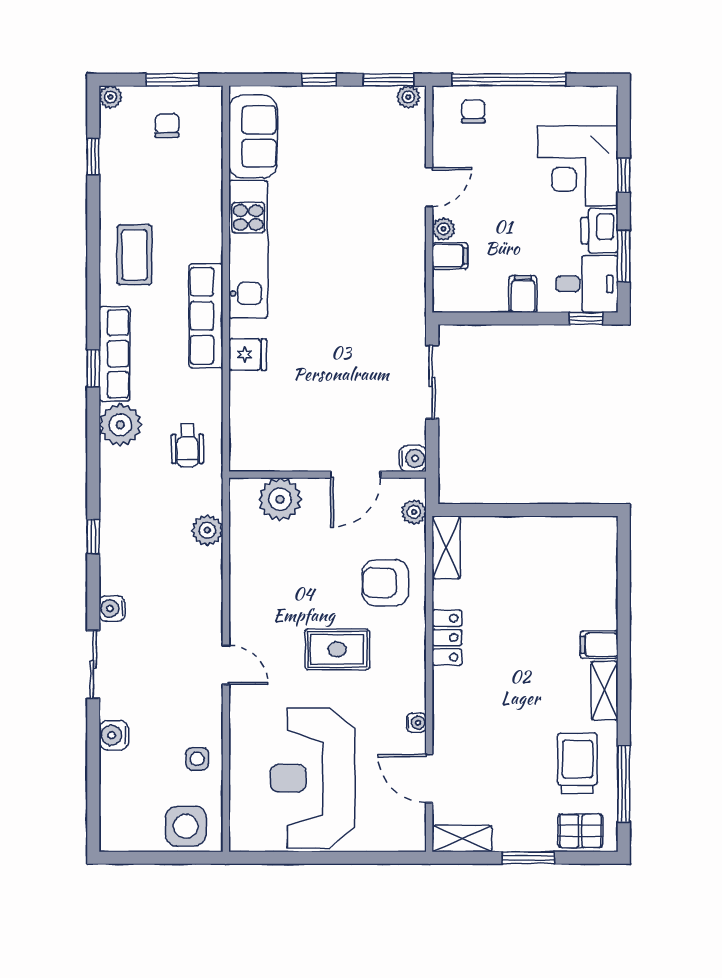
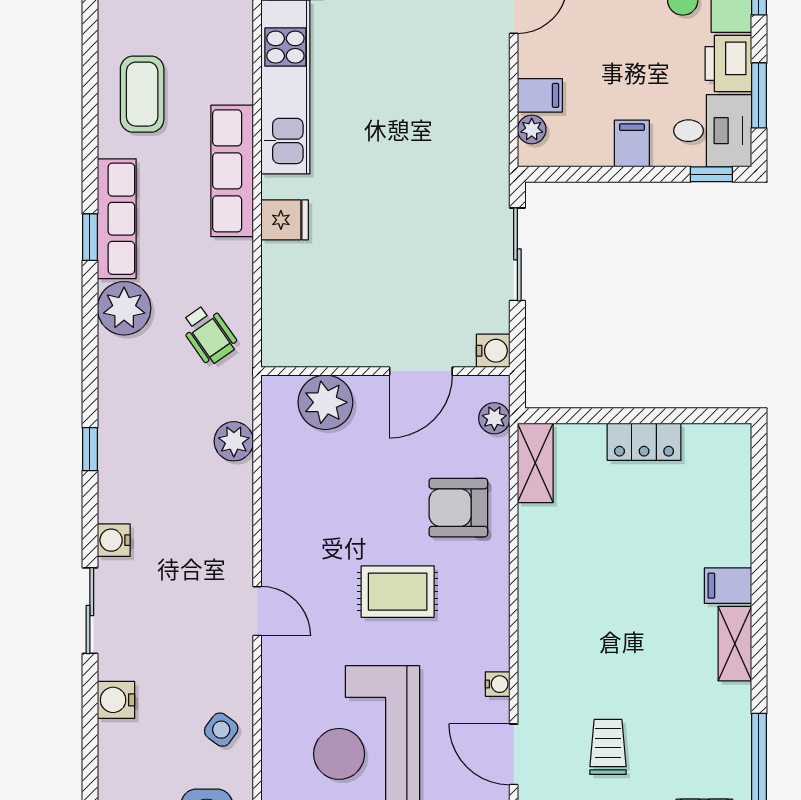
plant: (443, 229) -> (532, 129), moved
wheelchair: (187, 445) -> (209, 334), turned -35
locker: (447, 638) -> (644, 442), moved, turned 90
side table: (197, 759) -> (221, 730), turned 36
trolley: (578, 763) -> (608, 747), moved, width x0.73, depth x0.72

